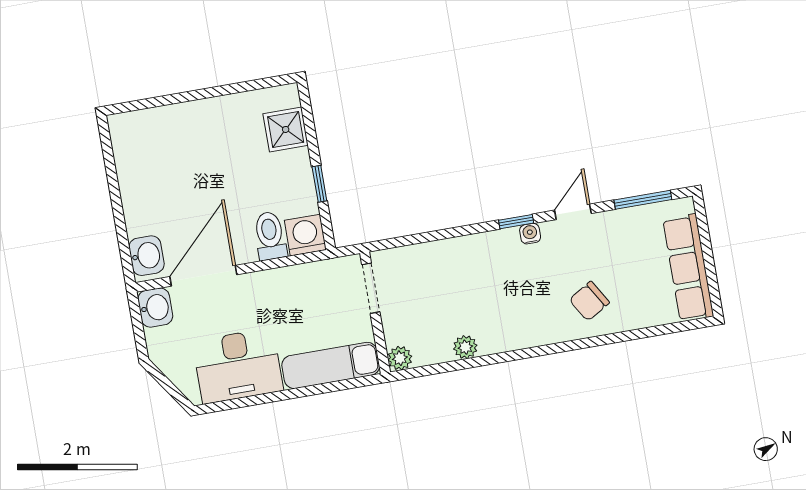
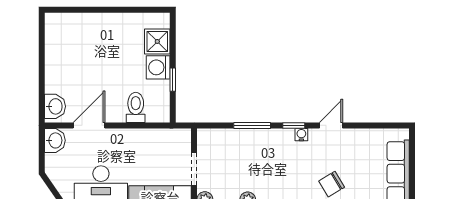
window: (643, 200) -> (252, 125), moved
washing machine: (305, 235) -> (158, 67), moved, turned -90
door: (203, 276) -> (89, 125), width x0.73
doorway: (371, 288) -> (194, 169), moved

